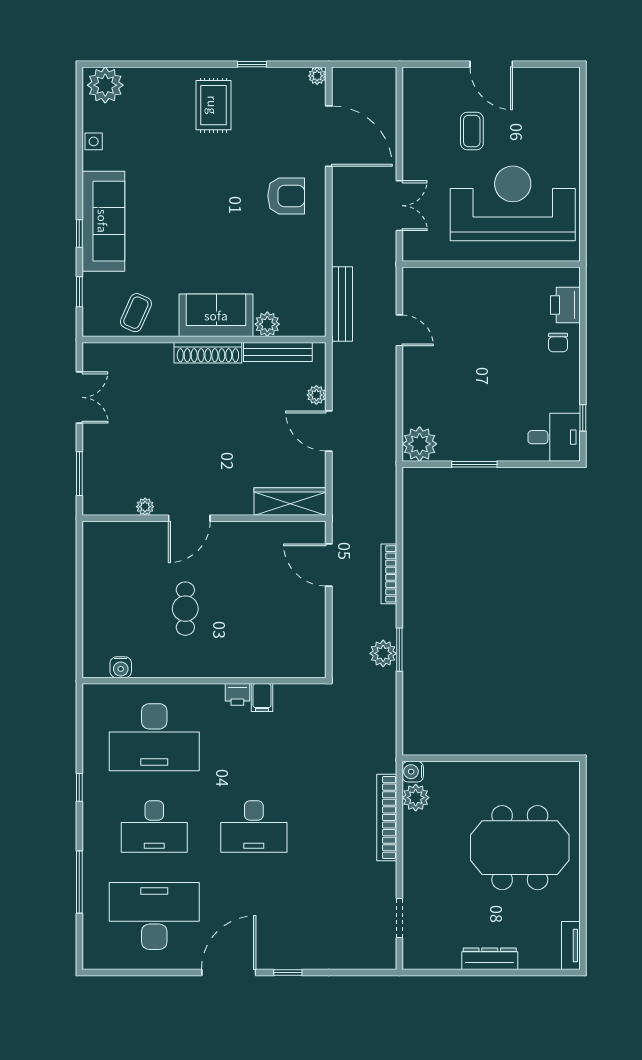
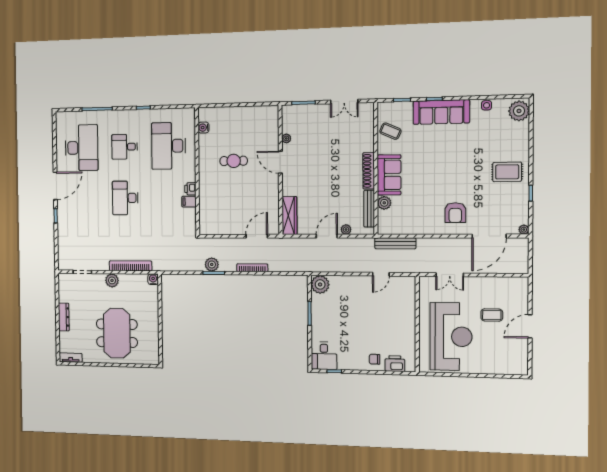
plant: (416, 798) -> (112, 280), moved
desk: (154, 827) -> (125, 147), width x0.73
door: (229, 972) -> (55, 186), hinge flipped

